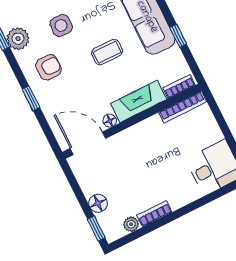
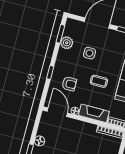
armchair: (48, 67) -> (69, 84), moved

